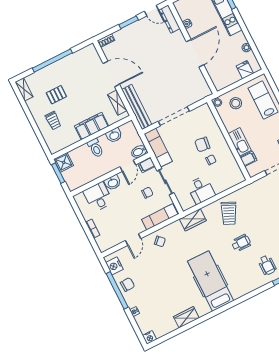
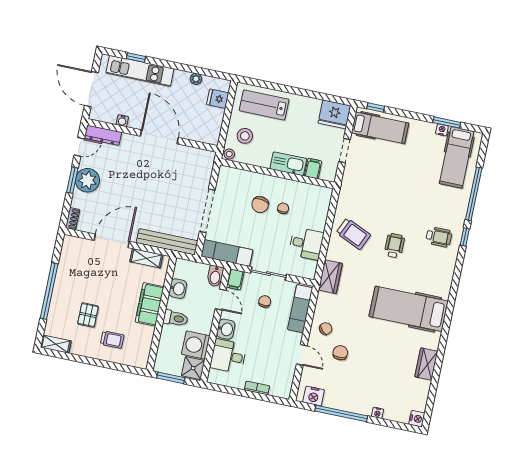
plant: (136, 31) -> (87, 180), added
shower: (64, 162) -> (193, 368), moved
washing machine: (89, 172) -> (196, 345), added
chair: (127, 285) -> (340, 353), moved

